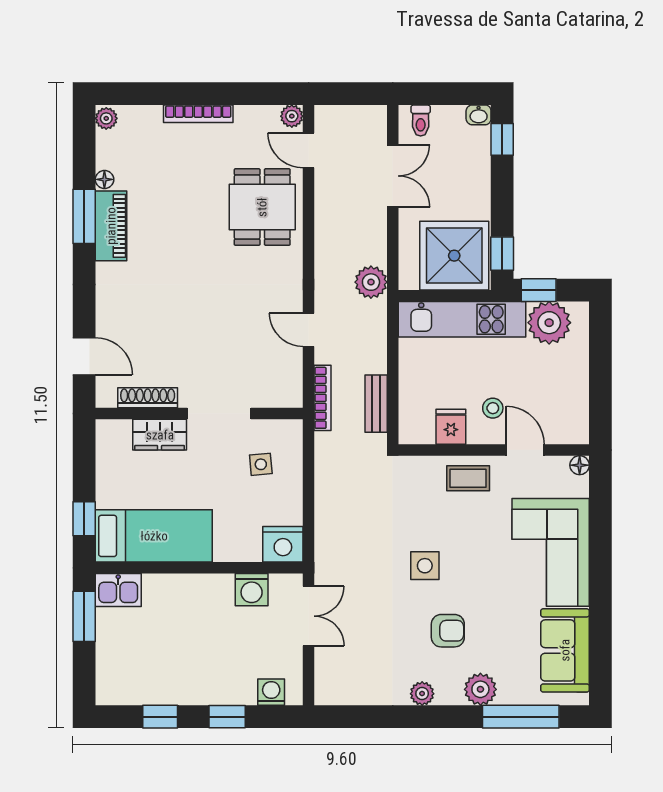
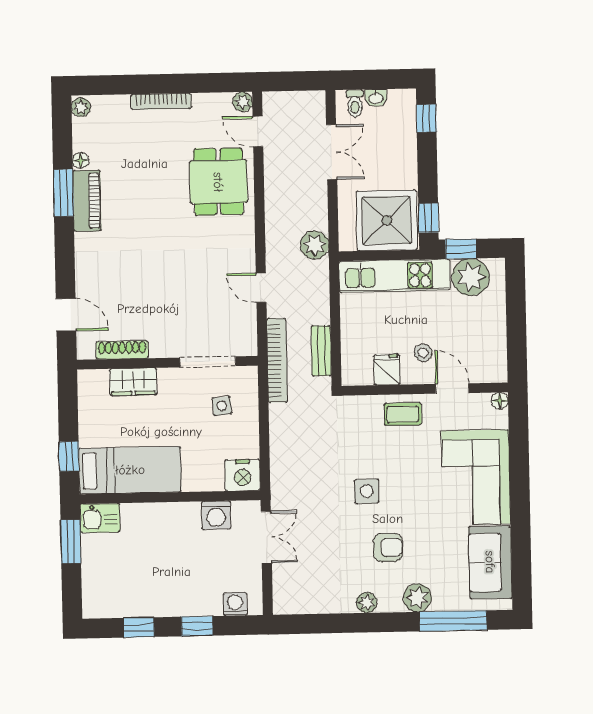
washbasin: (479, 115) -> (376, 98), moved
bookcase: (323, 398) -> (277, 360), width x1.48, depth x1.31
doorway: (219, 414) -> (208, 362), moved

